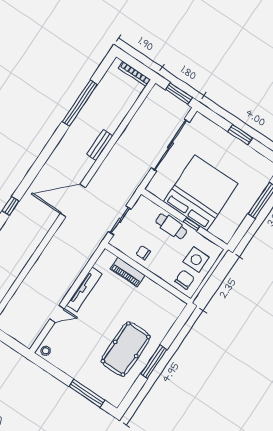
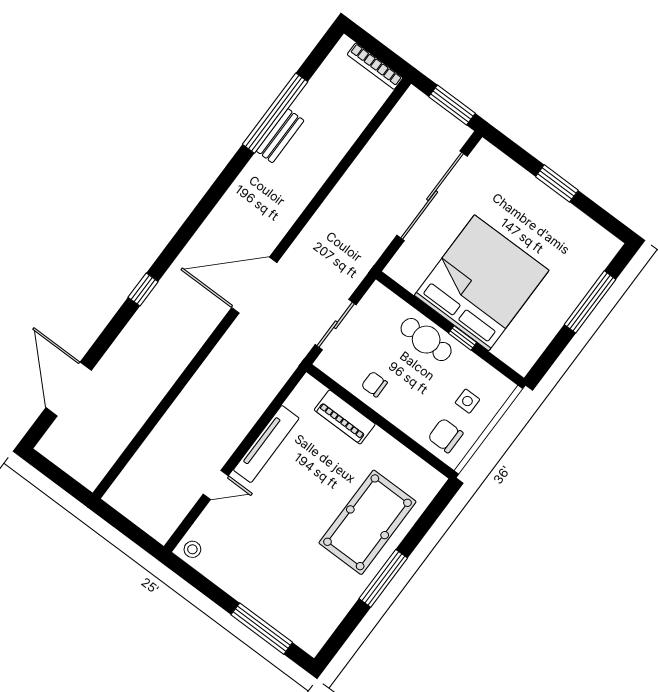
bench: (100, 145) -> (280, 136), moved
side table: (196, 260) -> (467, 401), width x0.54, depth x0.54
chair: (185, 280) -> (445, 436), turned -90
pool table: (126, 349) -> (367, 522), moved

